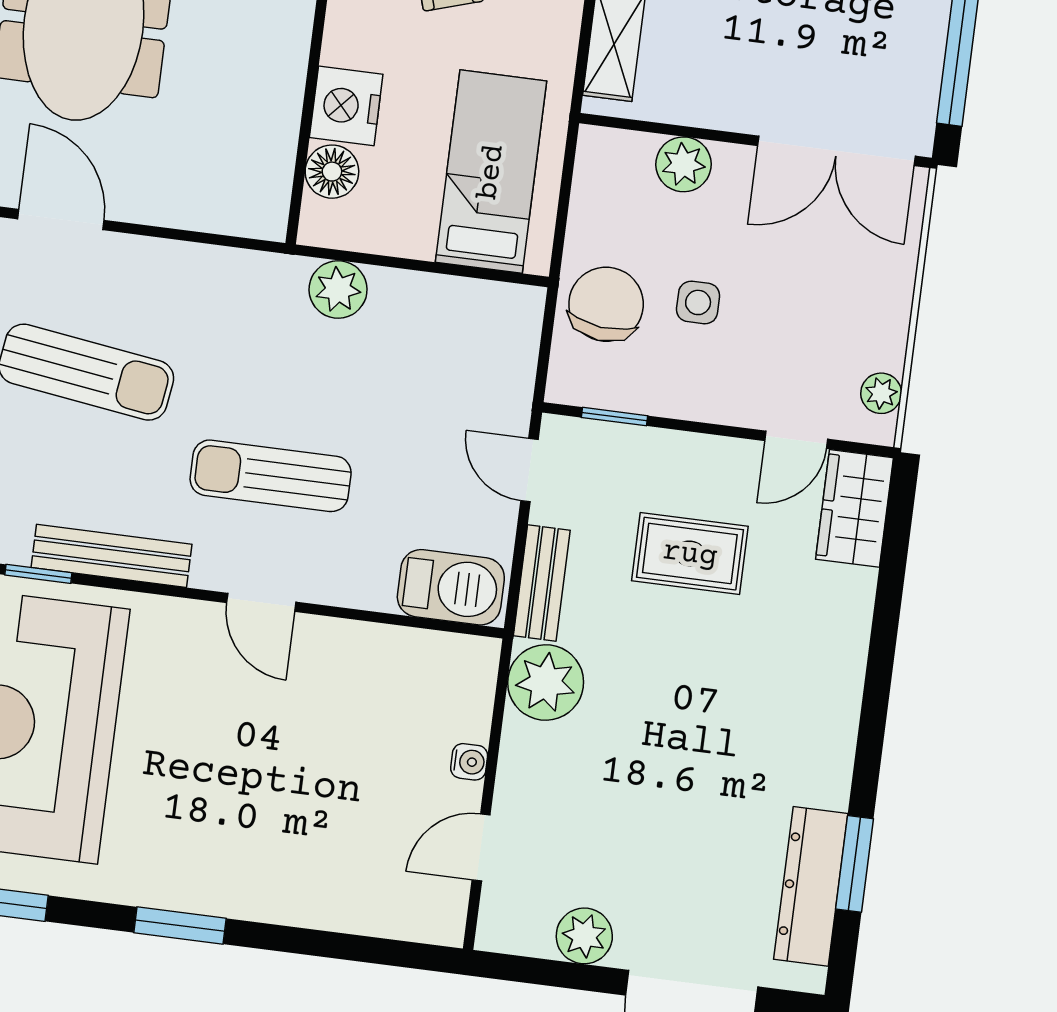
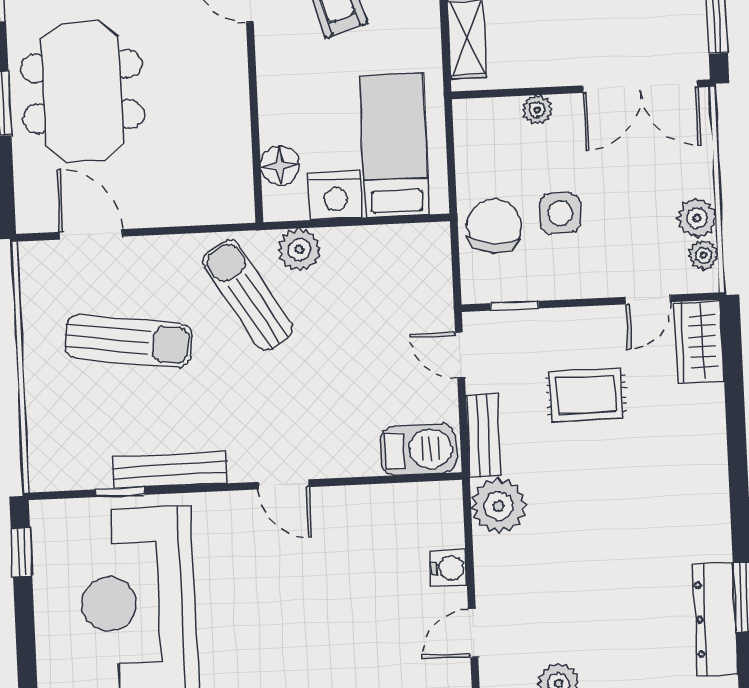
nightstand: (346, 106) -> (335, 195), moved, turned -90
plant: (683, 164) -> (537, 110), width x0.73, depth x0.73
side table: (698, 302) -> (560, 213), width x1.37, depth x1.37
plant: (881, 342) -> (697, 218), added
sun lounger: (271, 476) -> (247, 295), moved, turned 59
water cooler: (469, 762) -> (448, 568), width x1.38, depth x1.38

